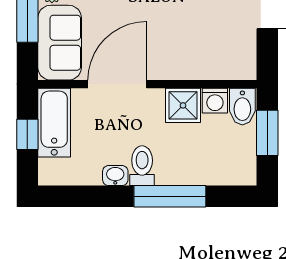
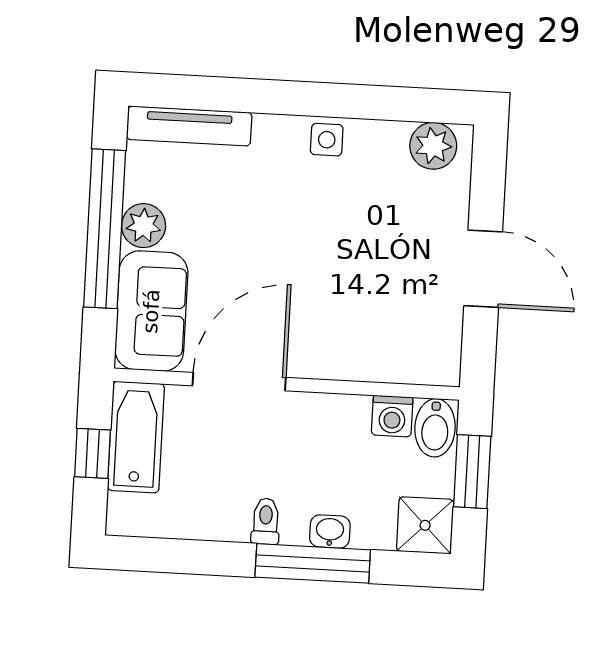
shower: (183, 105) -> (425, 525), moved
toilet: (142, 166) -> (266, 521), width x0.73, depth x0.72
washbasin: (115, 176) -> (330, 531), moved

